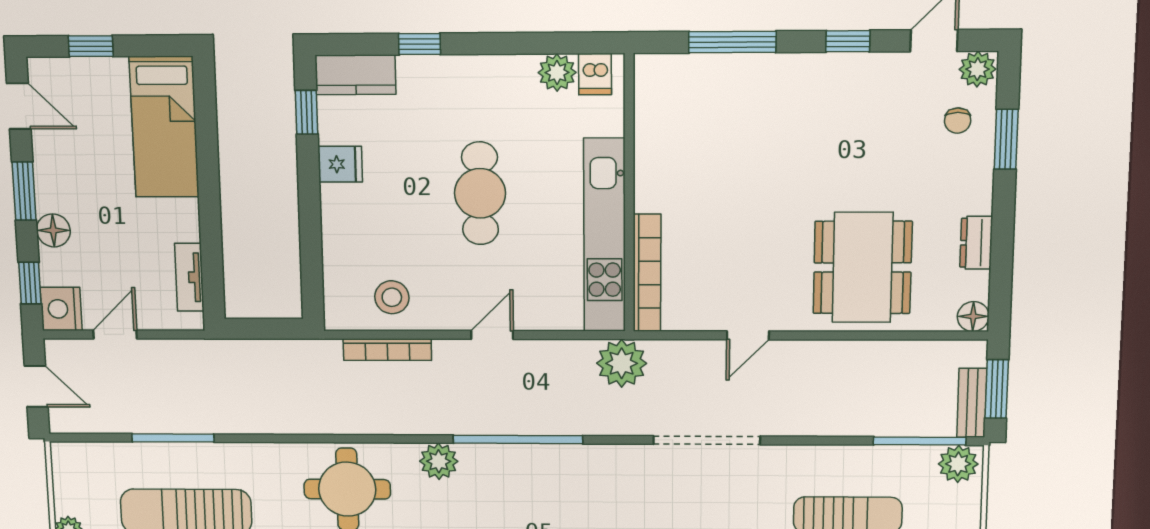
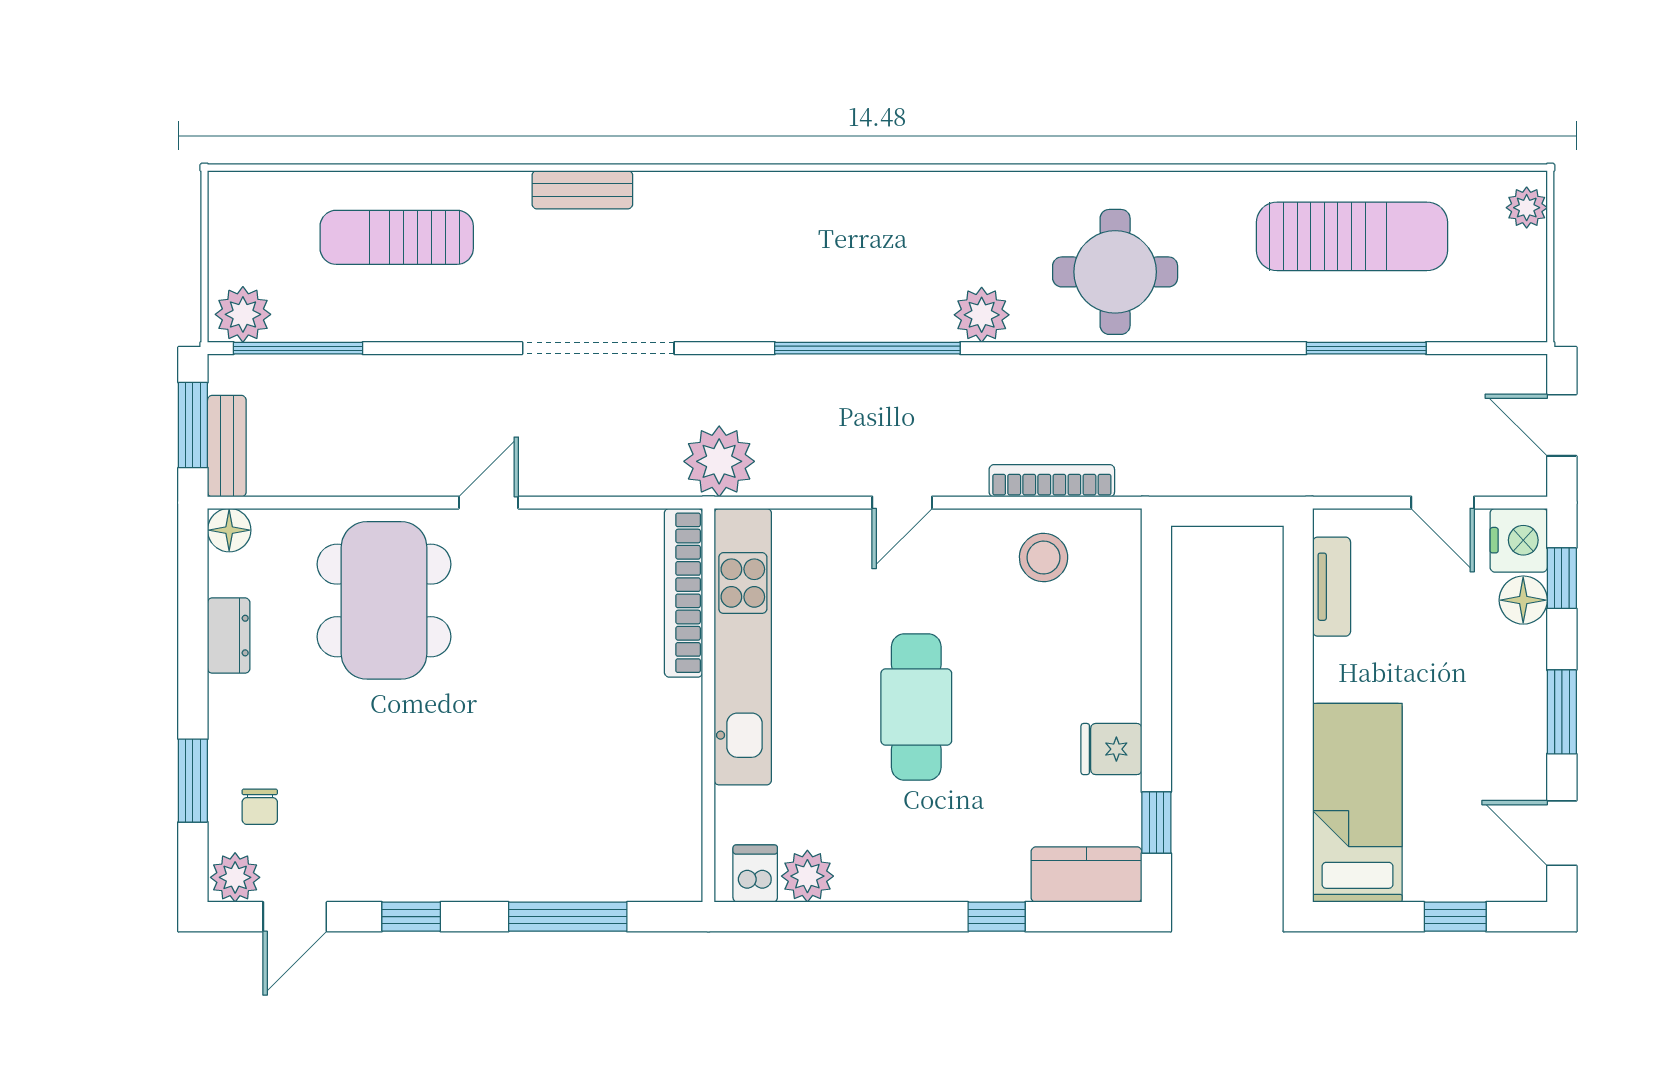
chair: (958, 121) -> (260, 807), turned 180
floor lamp: (53, 230) -> (1523, 600), moved
door: (115, 334) -> (1443, 503), hinge flipped
door: (748, 335) -> (489, 503), moved
bench: (972, 403) -> (227, 446), moved

